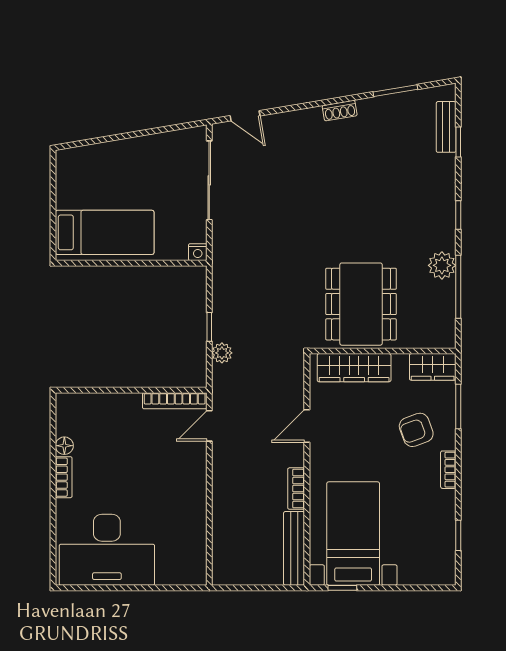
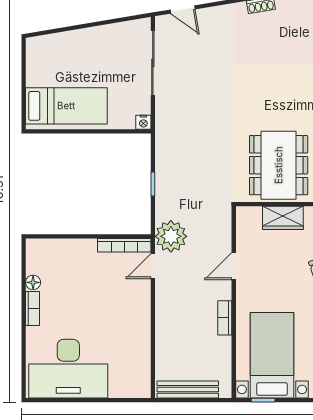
plant: (222, 353) -> (171, 236), moved, width x1.87, depth x1.87
wardrobe: (354, 368) -> (283, 218), width x0.67
bench: (294, 548) -> (188, 389), moved, turned 90

